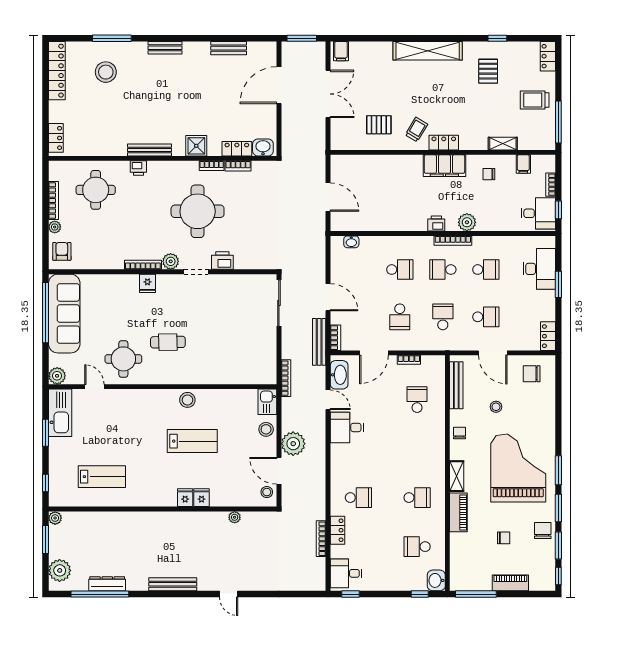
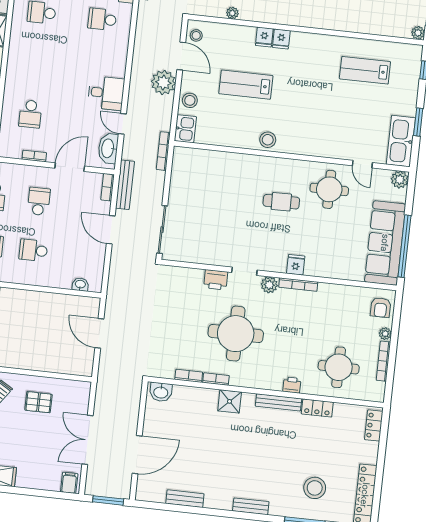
locker: (237, 149) -> (317, 408), moved
lab bench: (192, 441) -> (246, 85), moved

